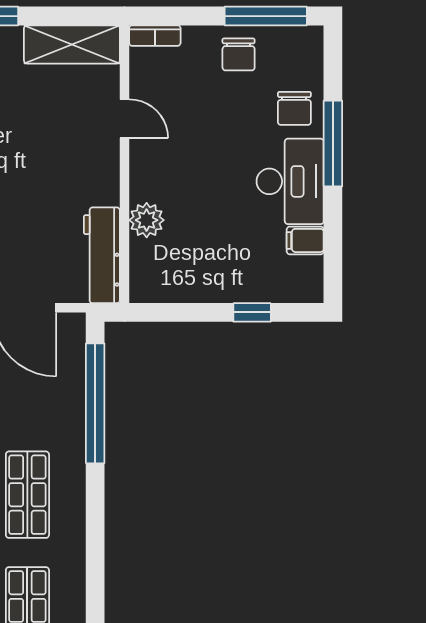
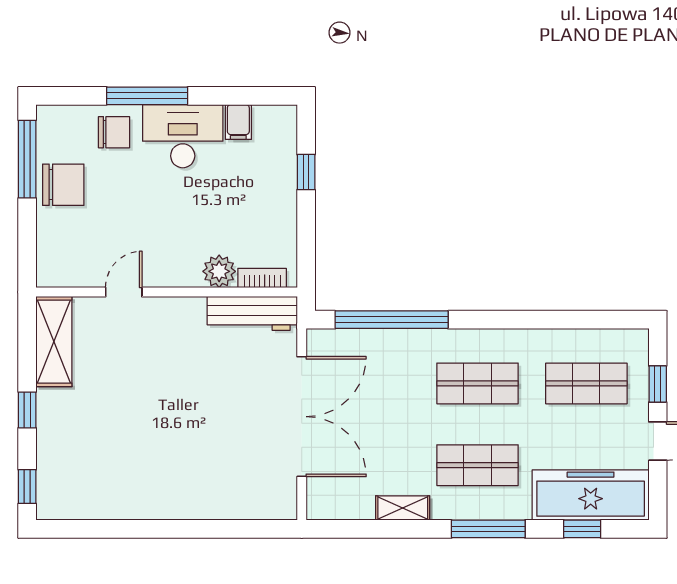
bookcase: (155, 36) -> (262, 278), moved, turned -90
chair: (239, 54) -> (63, 185), width x1.37, depth x1.37

